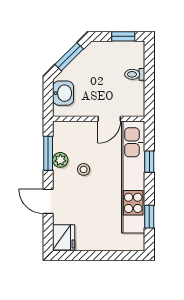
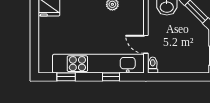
toilet: (135, 74) -> (153, 65), moved
stool: (84, 169) -> (105, 23), removed

